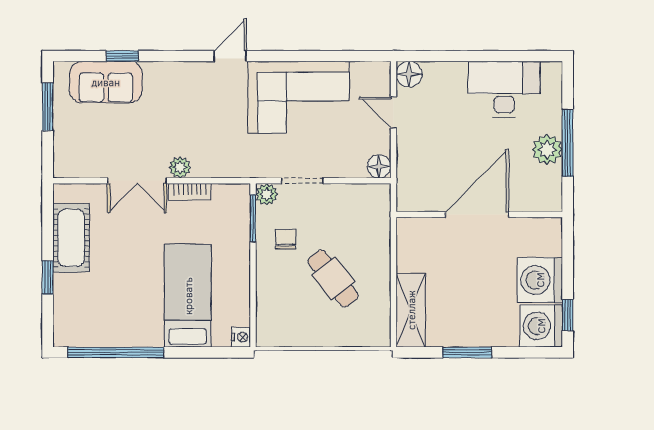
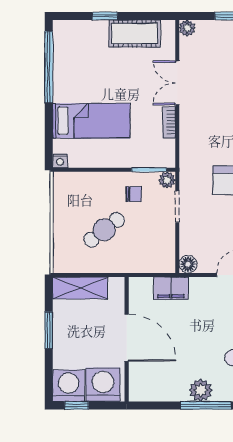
plant: (180, 167) -> (187, 28), moved
filing cabinet: (411, 189) -> (171, 288), added
door: (477, 215) -> (127, 338), moved
wall: (479, 215) -> (127, 339), moved

